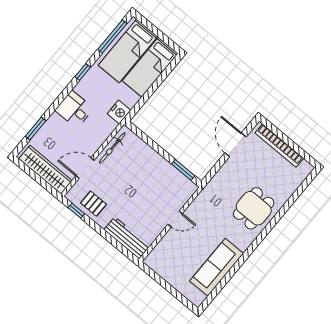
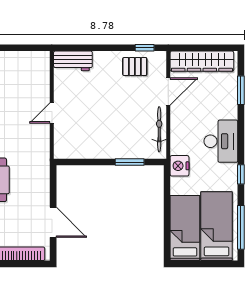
desk: (74, 109) -> (221, 141), width x1.37
window: (183, 170) -> (130, 162), moved
workbench: (127, 238) -> (73, 61), width x0.73

